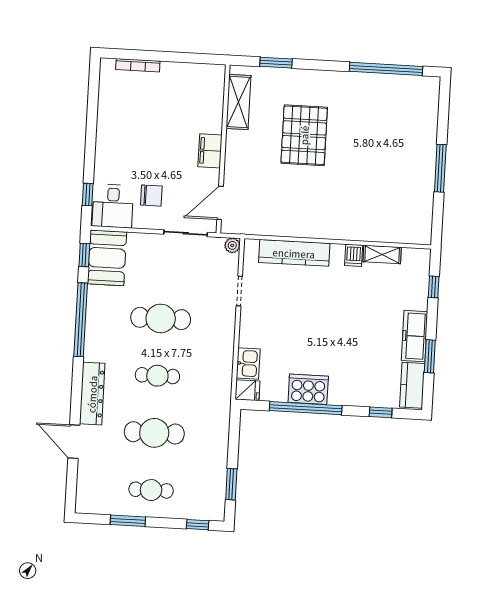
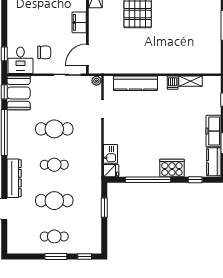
cooker: (308, 389) -> (172, 168), moved
window: (231, 484) -> (104, 208), moved
window: (128, 521) -> (56, 256), moved

